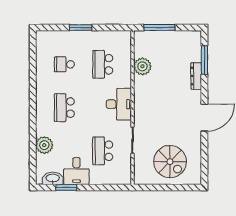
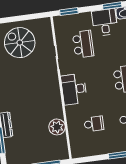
school desk: (103, 64) -> (94, 124), width x0.54
window: (113, 188) -> (69, 12), added

